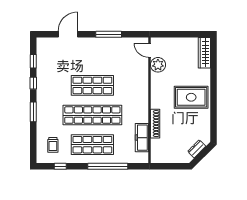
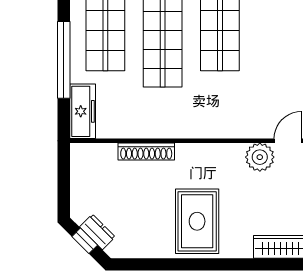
freezer: (142, 138) -> (83, 111), moved, turned 90
window: (201, 155) -> (85, 241), added

